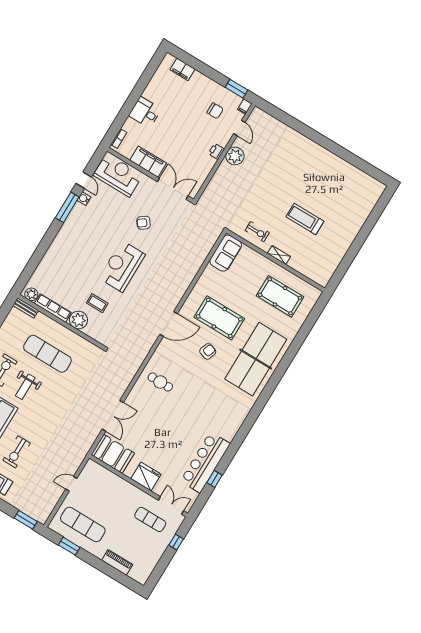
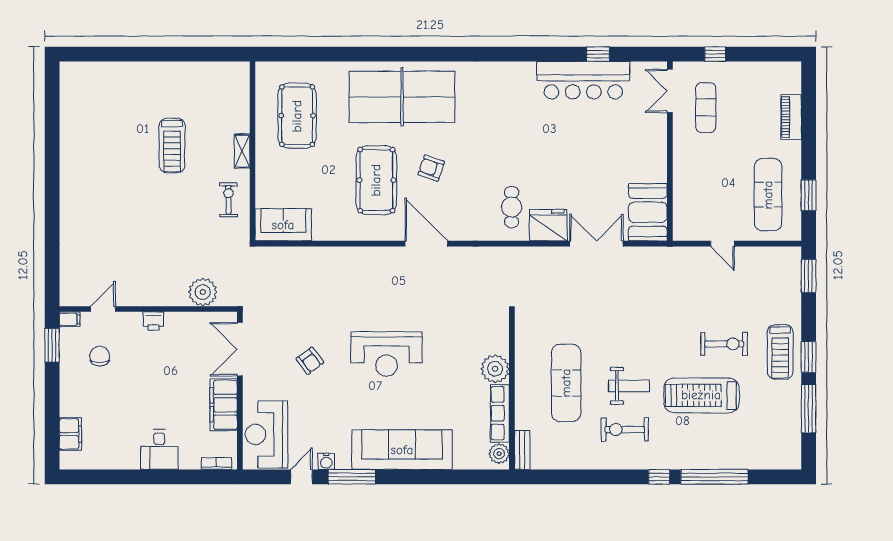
plant: (235, 156) -> (203, 292), moved
sofa: (65, 243) -> (402, 450), added
coffee table: (97, 303) -> (457, 357), removed
fridge: (146, 476) -> (548, 225), moved, turned 90

